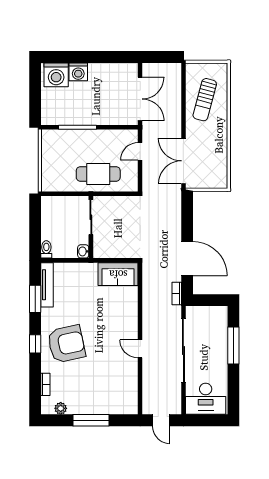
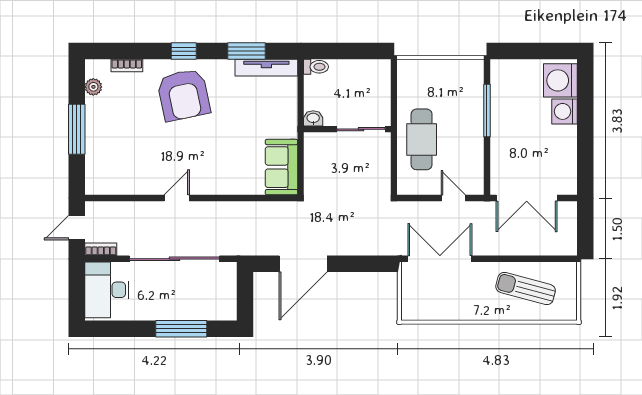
bookcase: (177, 293) -> (101, 249), moved

